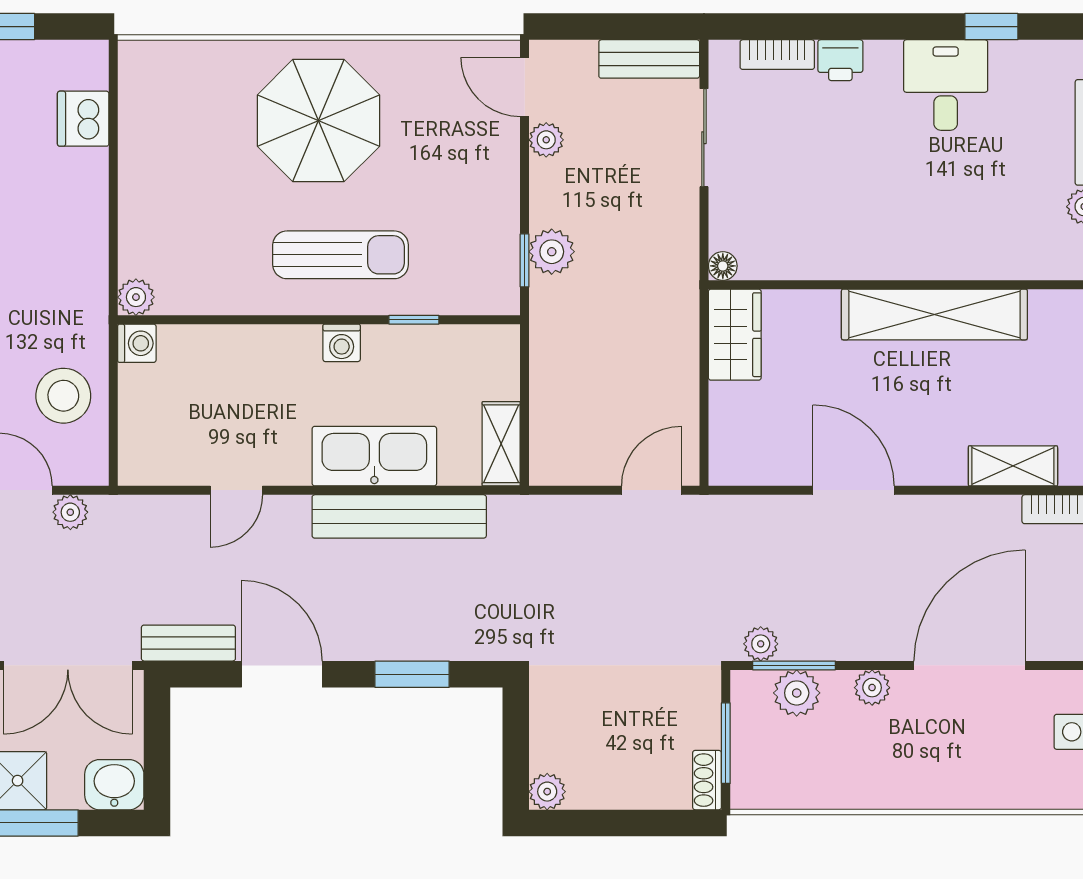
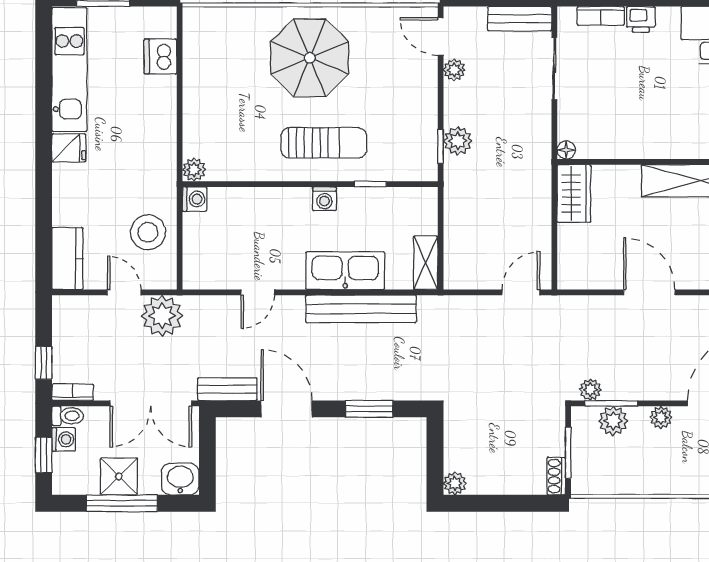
plant: (70, 512) -> (162, 316), width x1.88, depth x1.88

